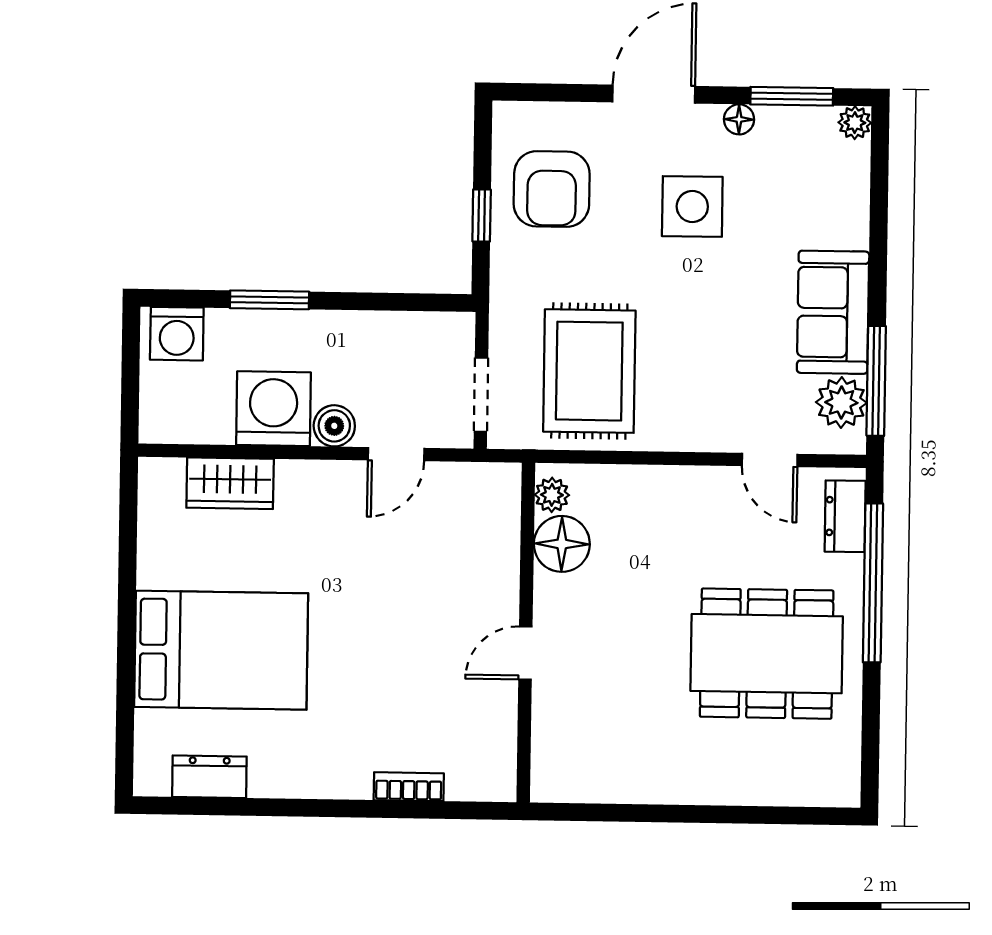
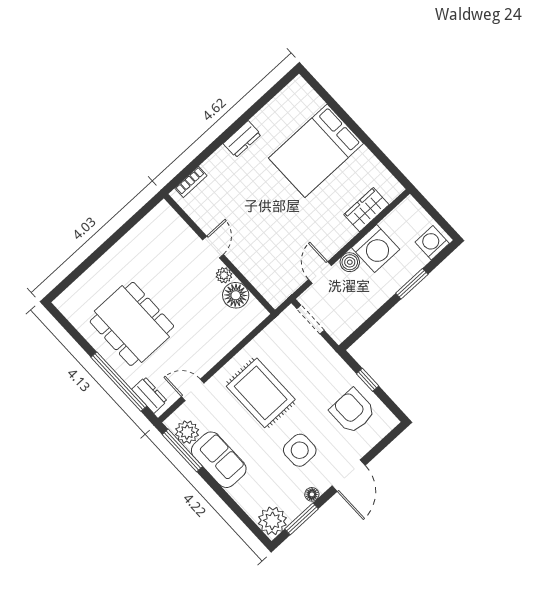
plant: (855, 123) -> (272, 521), width x1.87, depth x1.87
rug: (589, 371) -> (261, 393), moved
plant: (552, 495) -> (224, 275), moved
dining table: (767, 654) -> (132, 324), turned 90
dresser: (209, 777) -> (242, 139), moved
bookcase: (409, 787) -> (191, 182), moved

